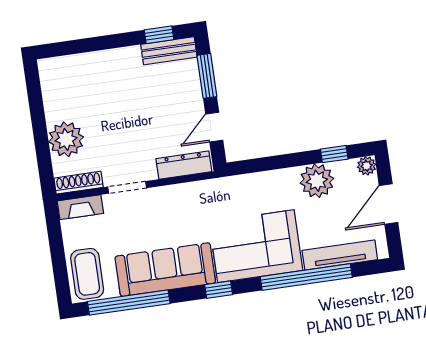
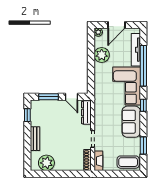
bench: (169, 51) -> (35, 139), moved
plant: (66, 139) -> (46, 163), moved
window: (334, 154) -> (91, 46), removed
door: (389, 204) -> (116, 25), hinge flipped
sofa: (165, 270) -> (131, 122), width x0.73
window: (129, 303) -> (143, 146), width x0.47

